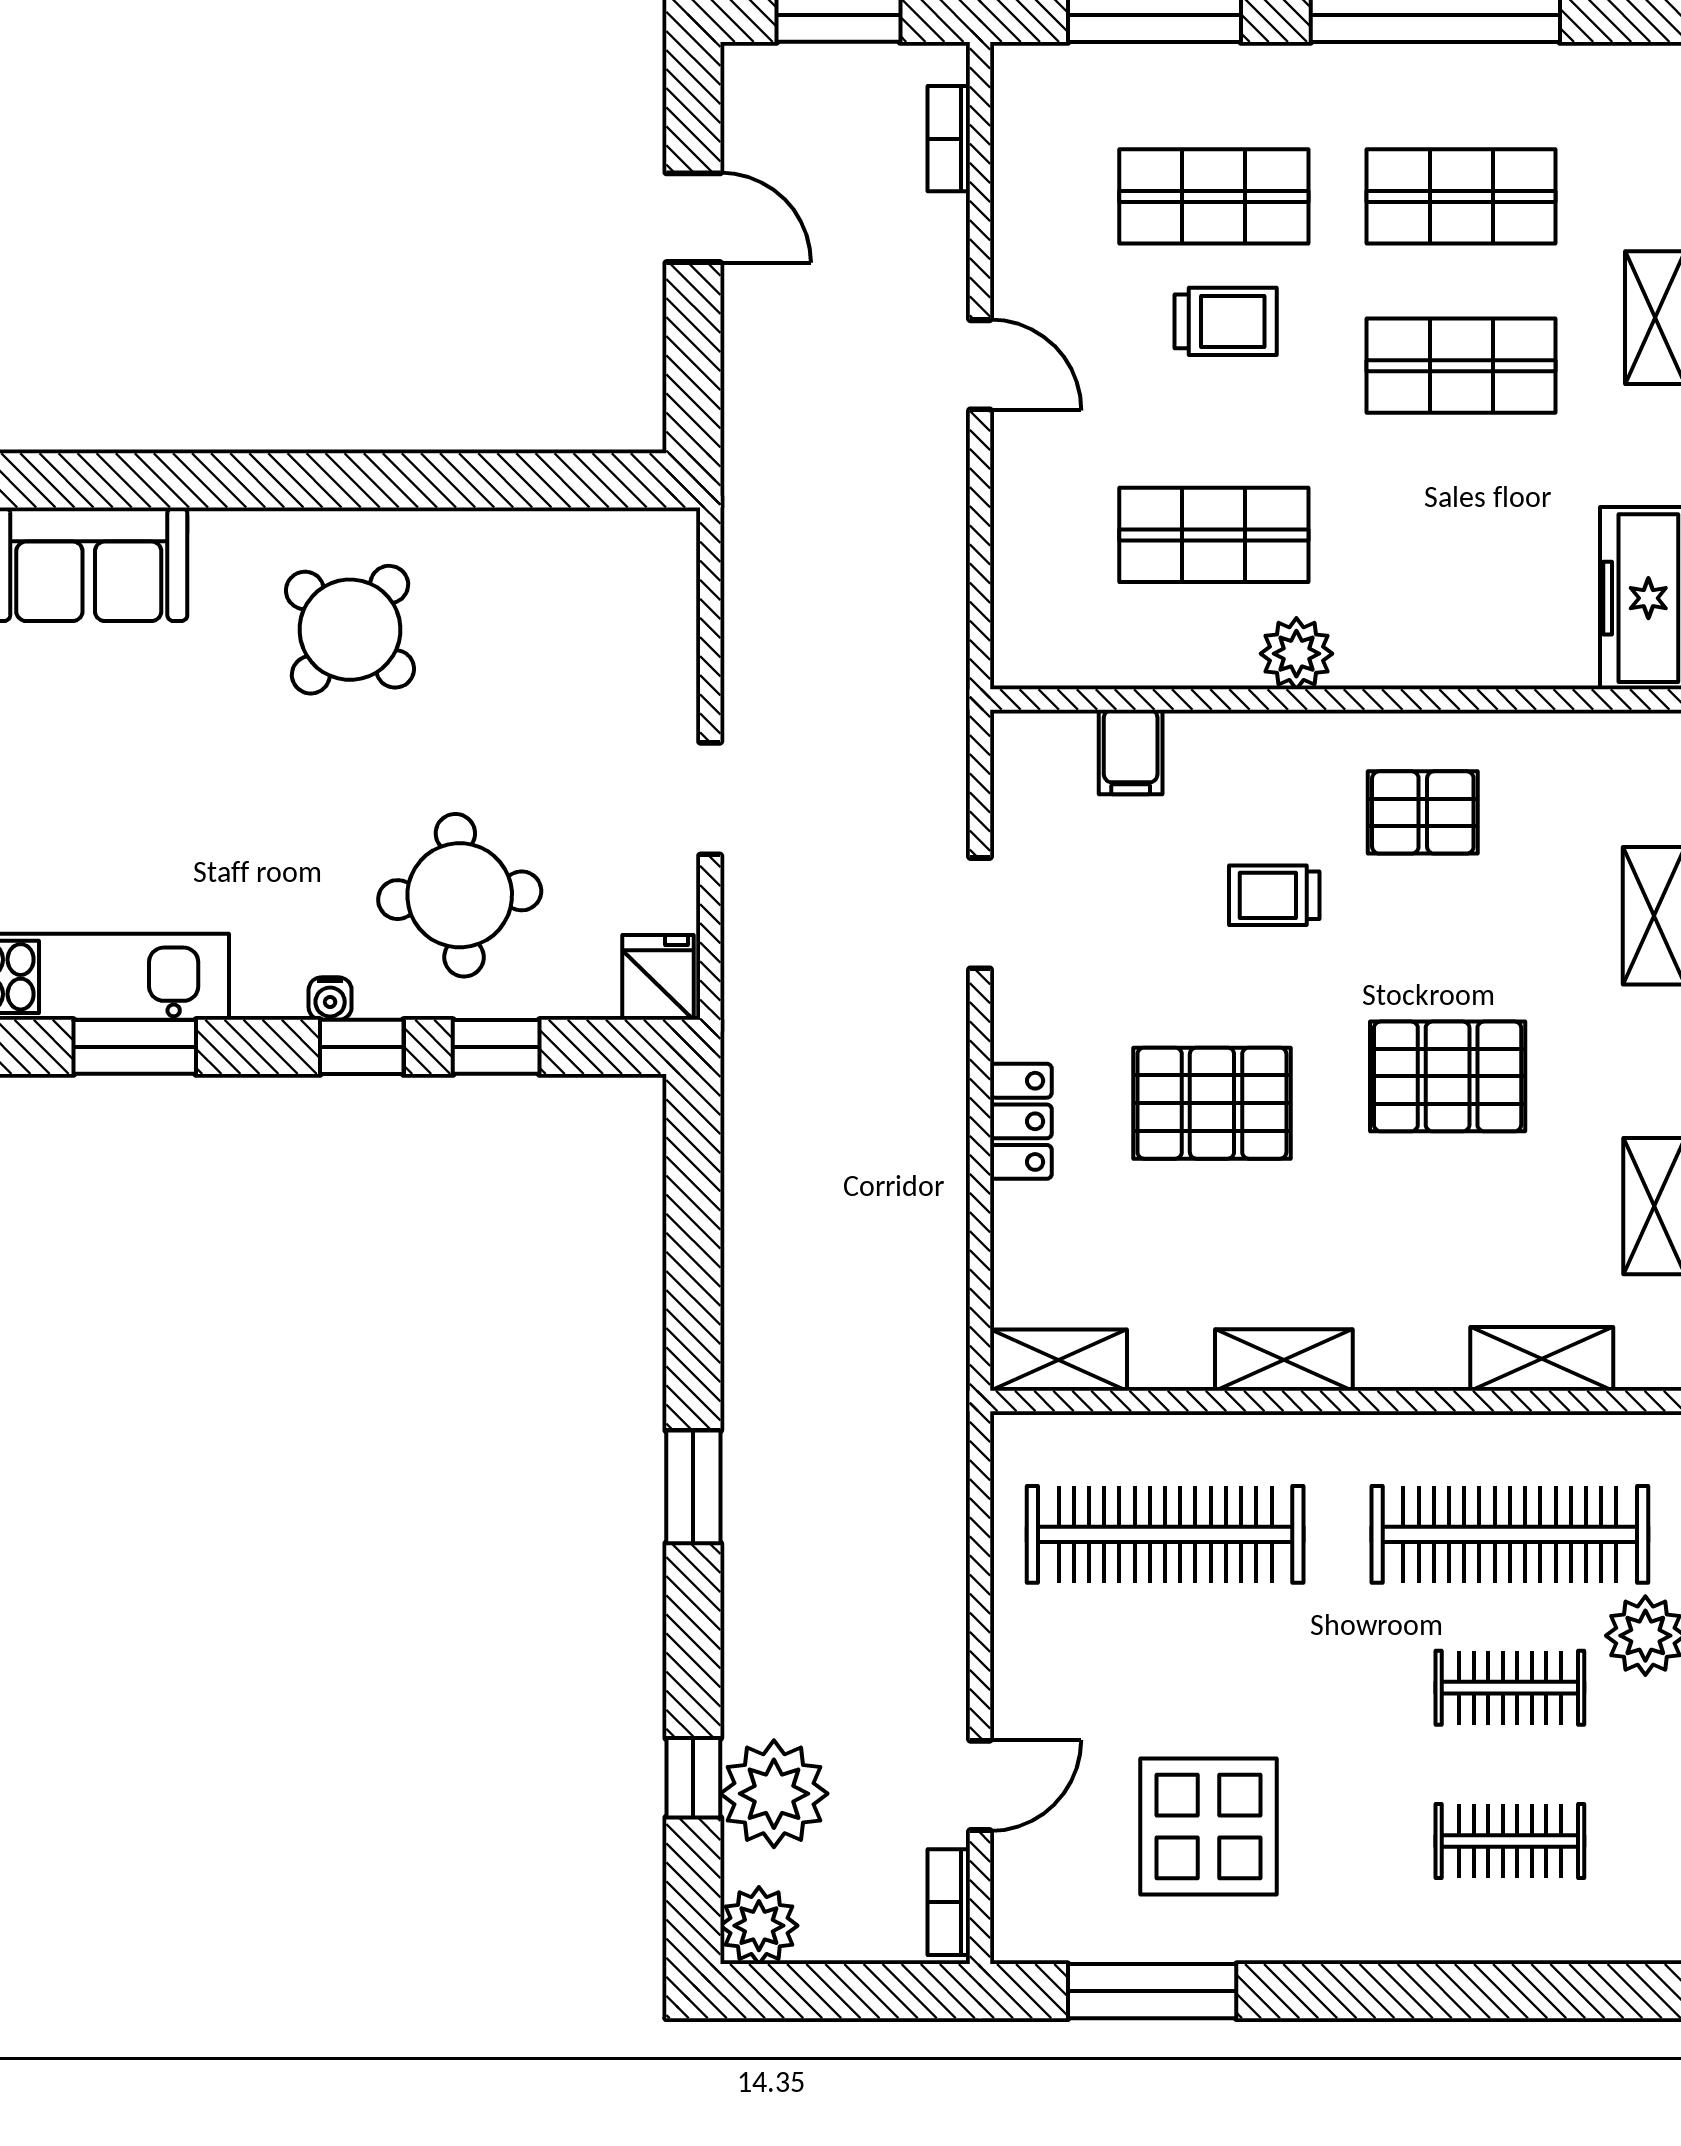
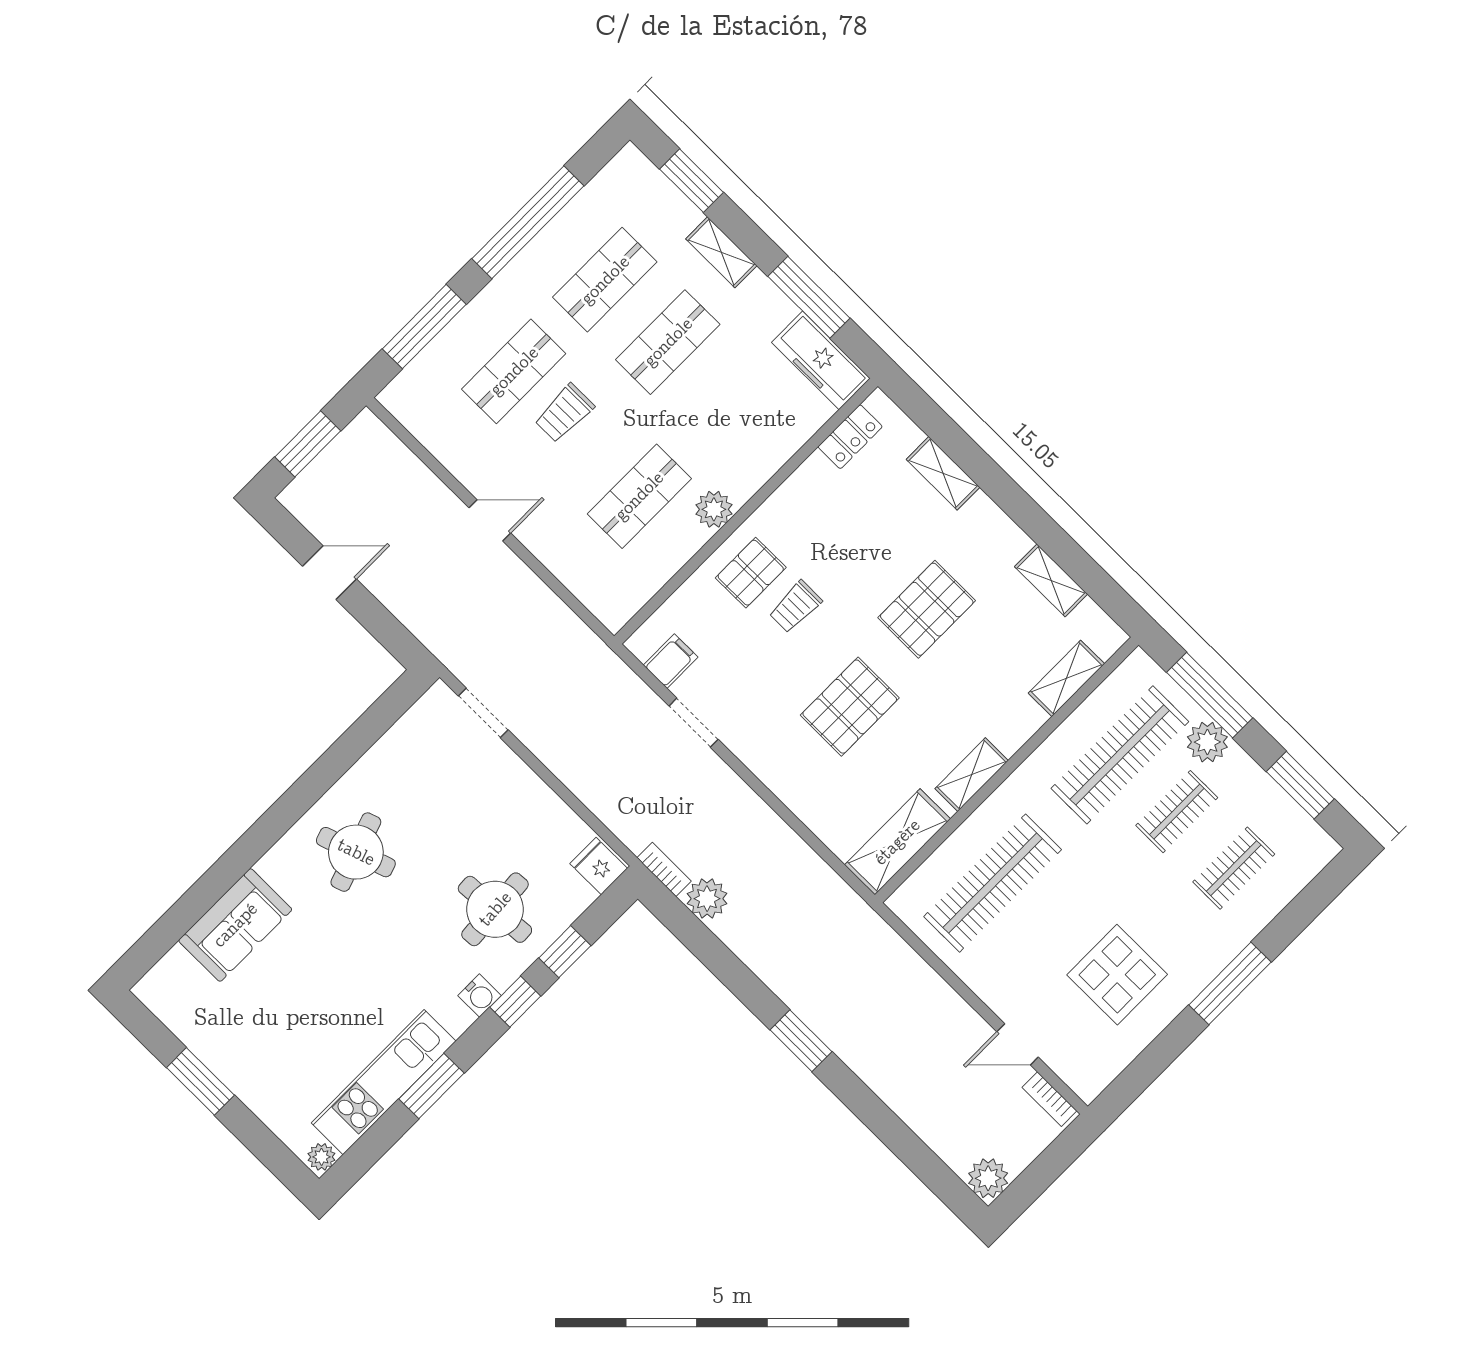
bookcase: (949, 139) -> (664, 869), moved, turned 180
trolley: (1226, 321) -> (564, 413), turned 180
round table: (350, 630) -> (356, 852), turned 30
filing cabinet: (1131, 752) -> (671, 661), moved, turned -90
doorway: (710, 799) -> (483, 713), moved
pallet: (1423, 812) -> (751, 573), moved
water cooler: (330, 999) -> (480, 996), width x1.38, depth x1.38
locker: (1021, 1121) -> (850, 437), moved, turned 90
shelving: (1059, 1360) -> (897, 842), width x1.50, depth x1.33
window: (693, 1778) -> (909, 1148), removed
door: (980, 1785) -> (1018, 1044), swing flipped
plant: (774, 1794) -> (707, 899), moved, width x0.73, depth x0.73
window: (1152, 1991) -> (1230, 983), moved

